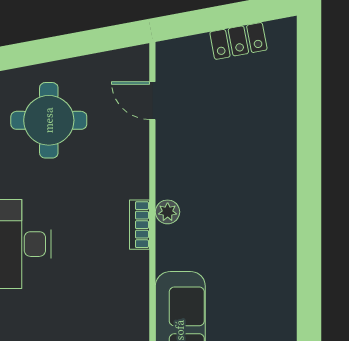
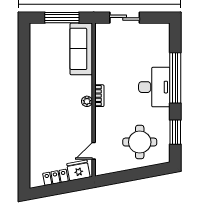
fridge: (187, 56) -> (78, 170), added
door: (152, 101) -> (94, 151), swing flipped

